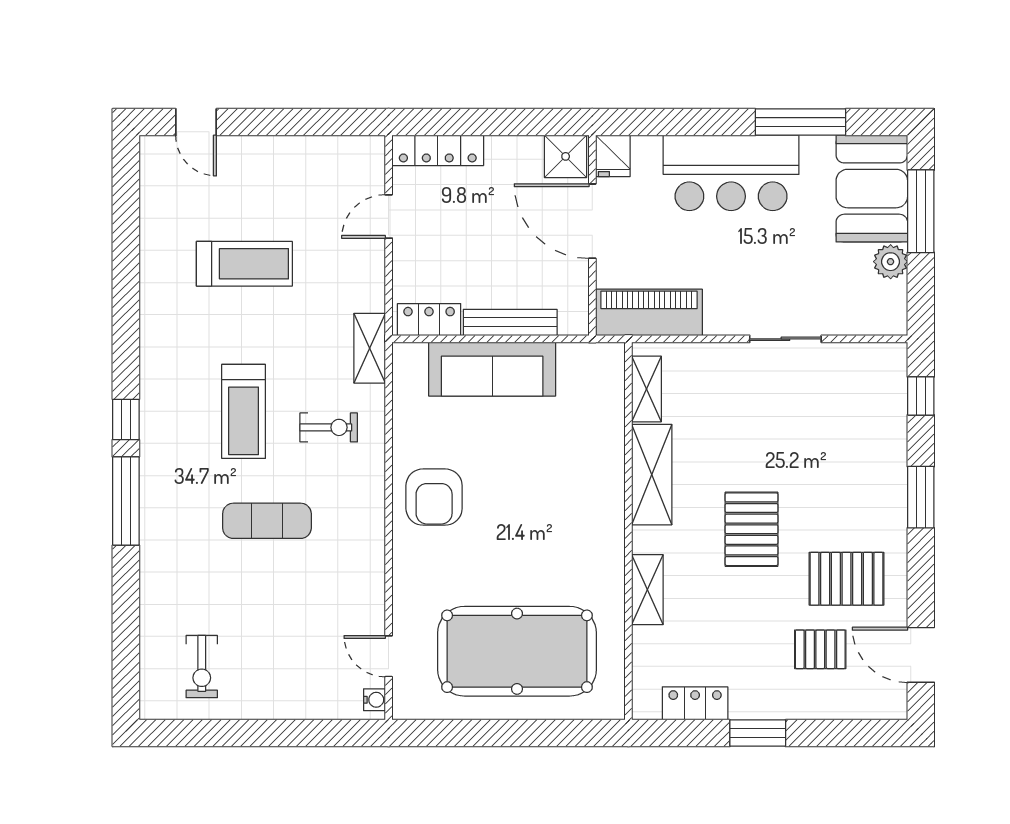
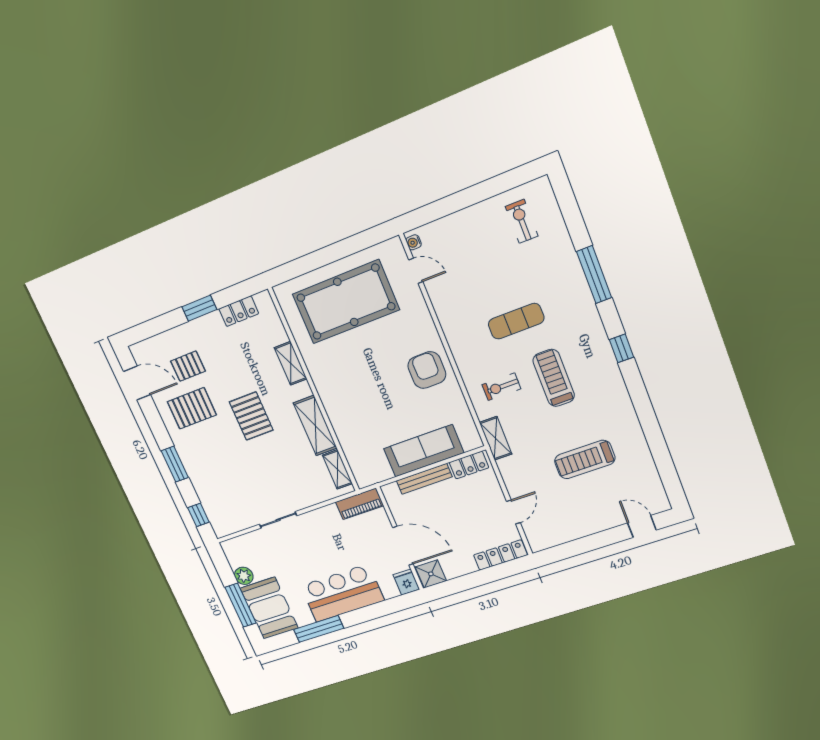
piano: (649, 312) -> (359, 504), width x0.73, depth x0.75
window: (126, 501) -> (594, 275), moved

